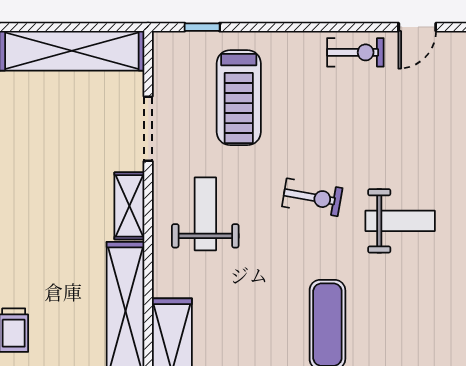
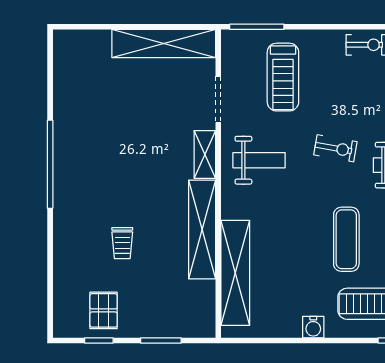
window: (202, 27) -> (257, 27), width x2.17
weight bench: (205, 214) -> (259, 160), turned 90

